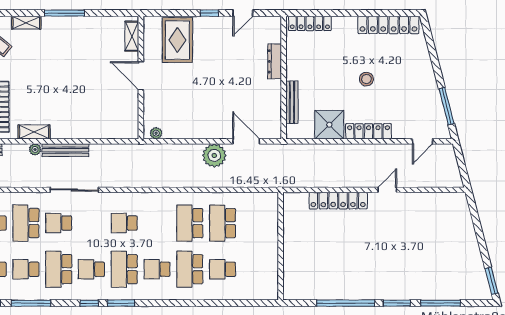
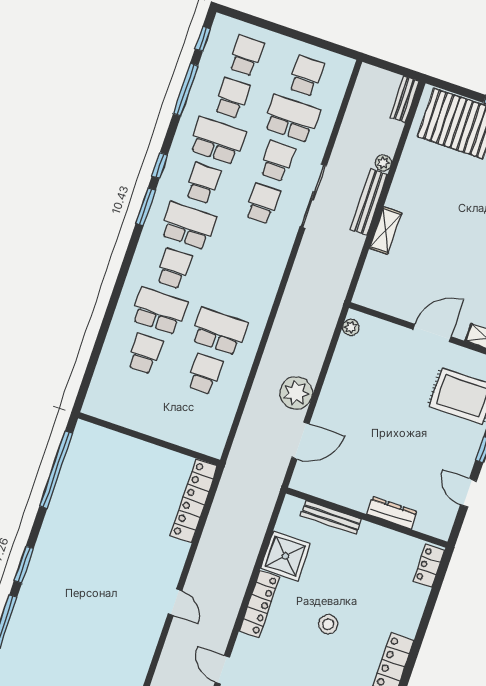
locker: (310, 23) -> (429, 566), width x0.66
shelving: (34, 132) -> (386, 231), moved
locker: (338, 201) -> (194, 501), moved
school desk: (124, 223) -> (263, 204), moved
school desk: (223, 223) -> (205, 374), width x0.54
window: (346, 303) -> (56, 470), moved

